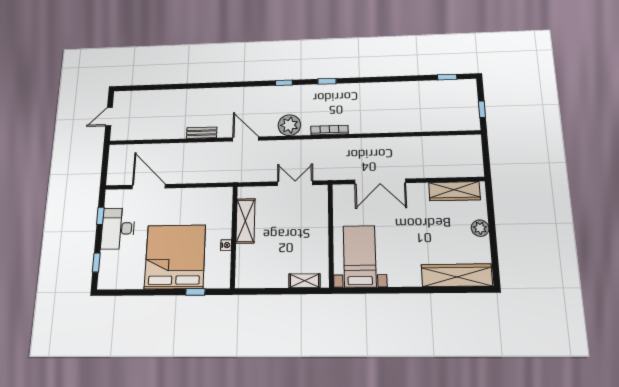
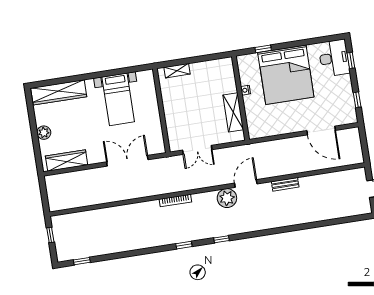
plant: (289, 125) -> (227, 198), moved
door: (246, 139) -> (246, 183), swing flipped
desk: (118, 228) -> (334, 58), moved
bed with nightstands: (360, 256) -> (118, 99), moved

